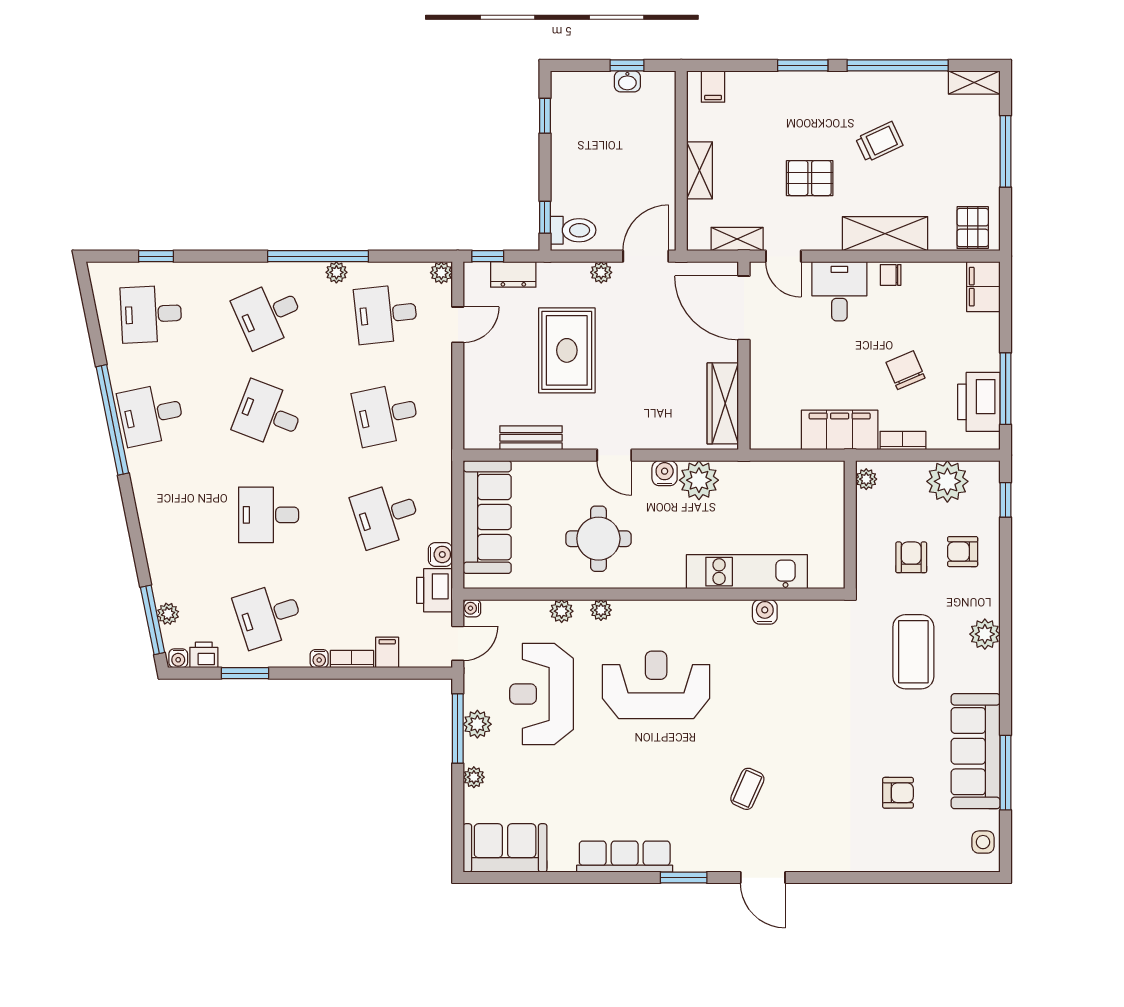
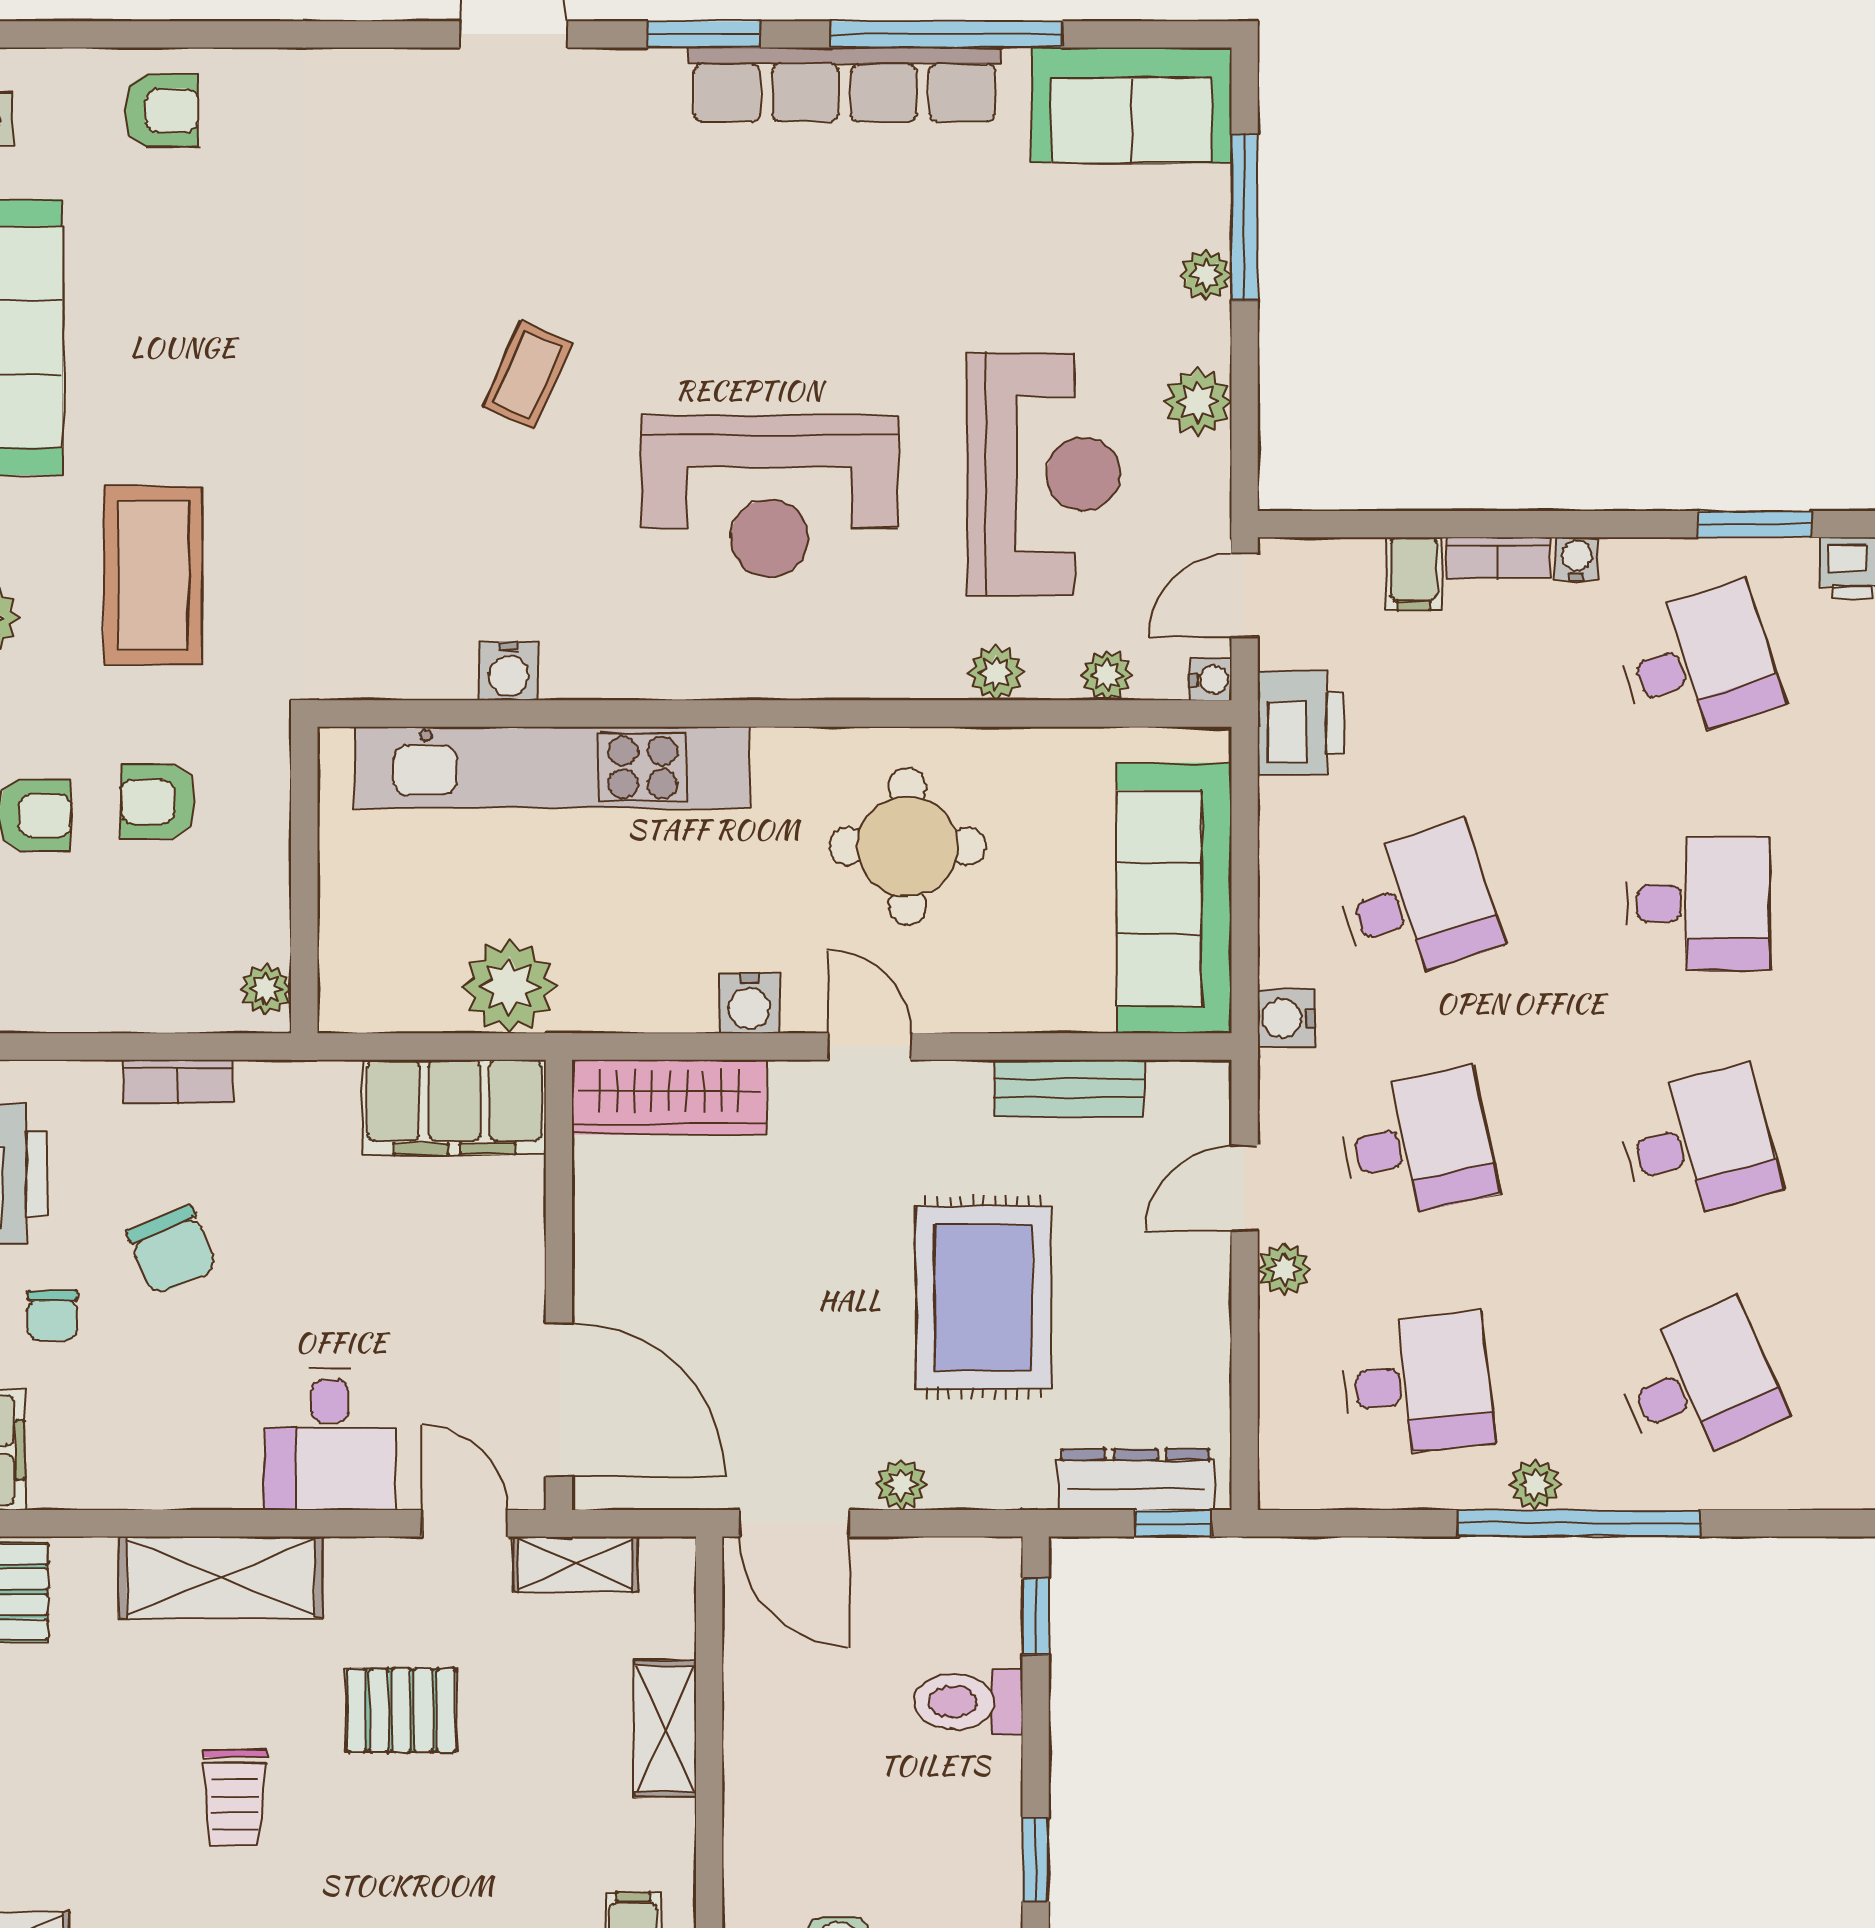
trolley: (879, 142) -> (235, 1797), turned -65
toilet: (573, 230) -> (968, 1702), moved
door: (646, 256) -> (794, 1523), hinge flipped
plant: (441, 273) -> (1284, 1269), moved
dresser: (513, 274) -> (1135, 1480), width x1.44
chair: (891, 275) -> (52, 1315), moved, turned 90
door: (458, 325) -> (1245, 1188), moved
wardrobe: (723, 403) -> (669, 1097), moved, turned 90
desk: (269, 414) -> (1698, 1144), turned -36
filing cabinet: (840, 430) -> (454, 1107), moved
plant: (699, 480) -> (509, 986), moved
plant: (947, 481) -> (71, 983), removed
water cooler: (440, 554) -> (1286, 1018), moved
armchair: (911, 557) -> (158, 802), turned 90
kitchen unit: (747, 572) -> (552, 767), width x1.36
plant: (601, 610) -> (1107, 675), moved
window: (458, 728) -> (1245, 217), moved
coffee table: (747, 789) -> (527, 375), moved
armchair: (898, 793) -> (162, 111), moved, turned 180
row of seats: (625, 857) -> (845, 85), width x1.36
window: (582, 878) -> (946, 34), added

